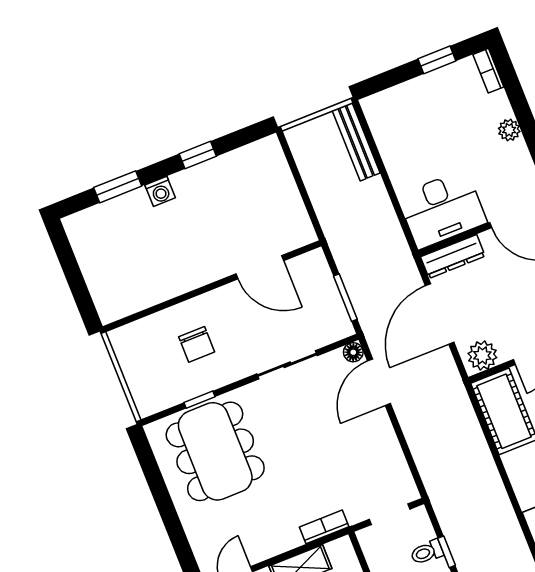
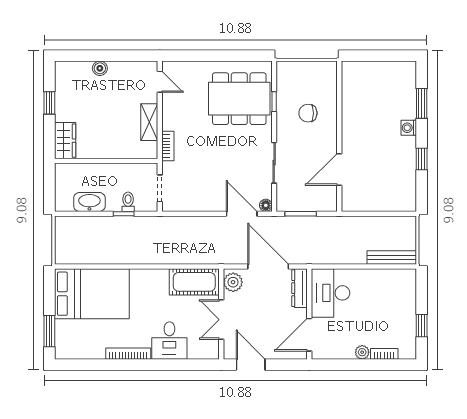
bookcase: (488, 71) -> (384, 354), moved

